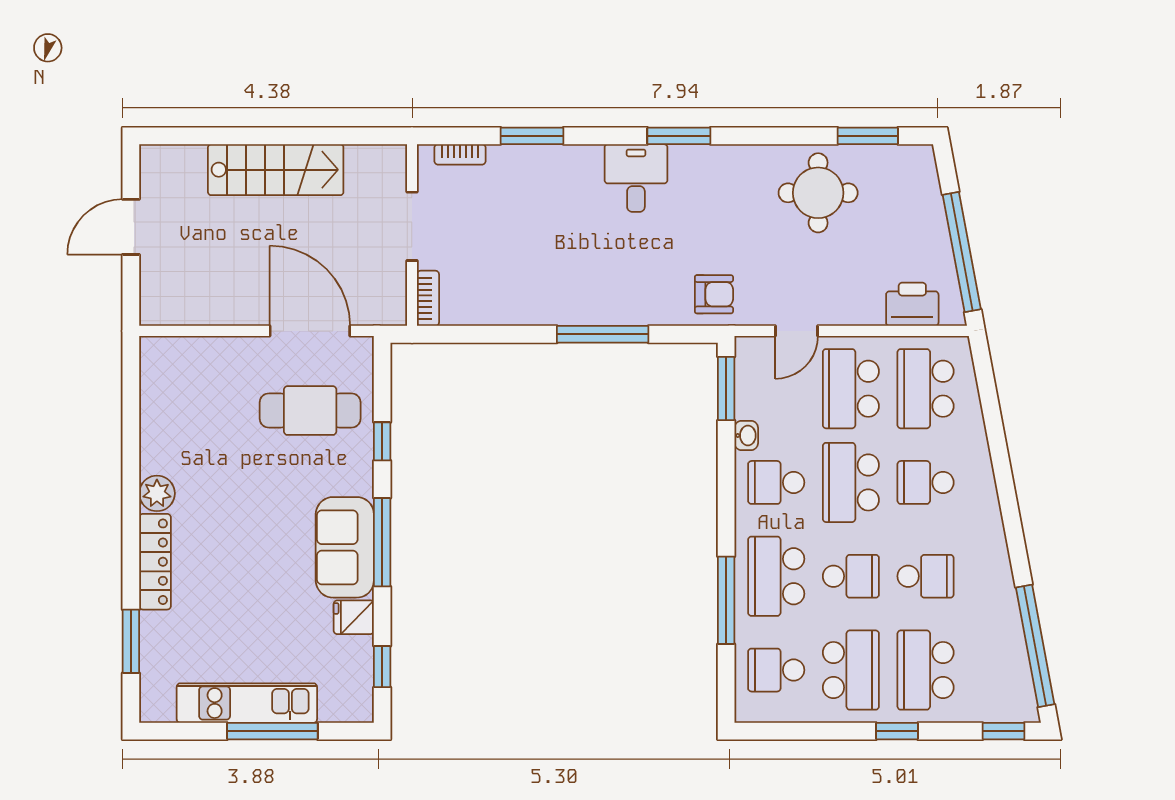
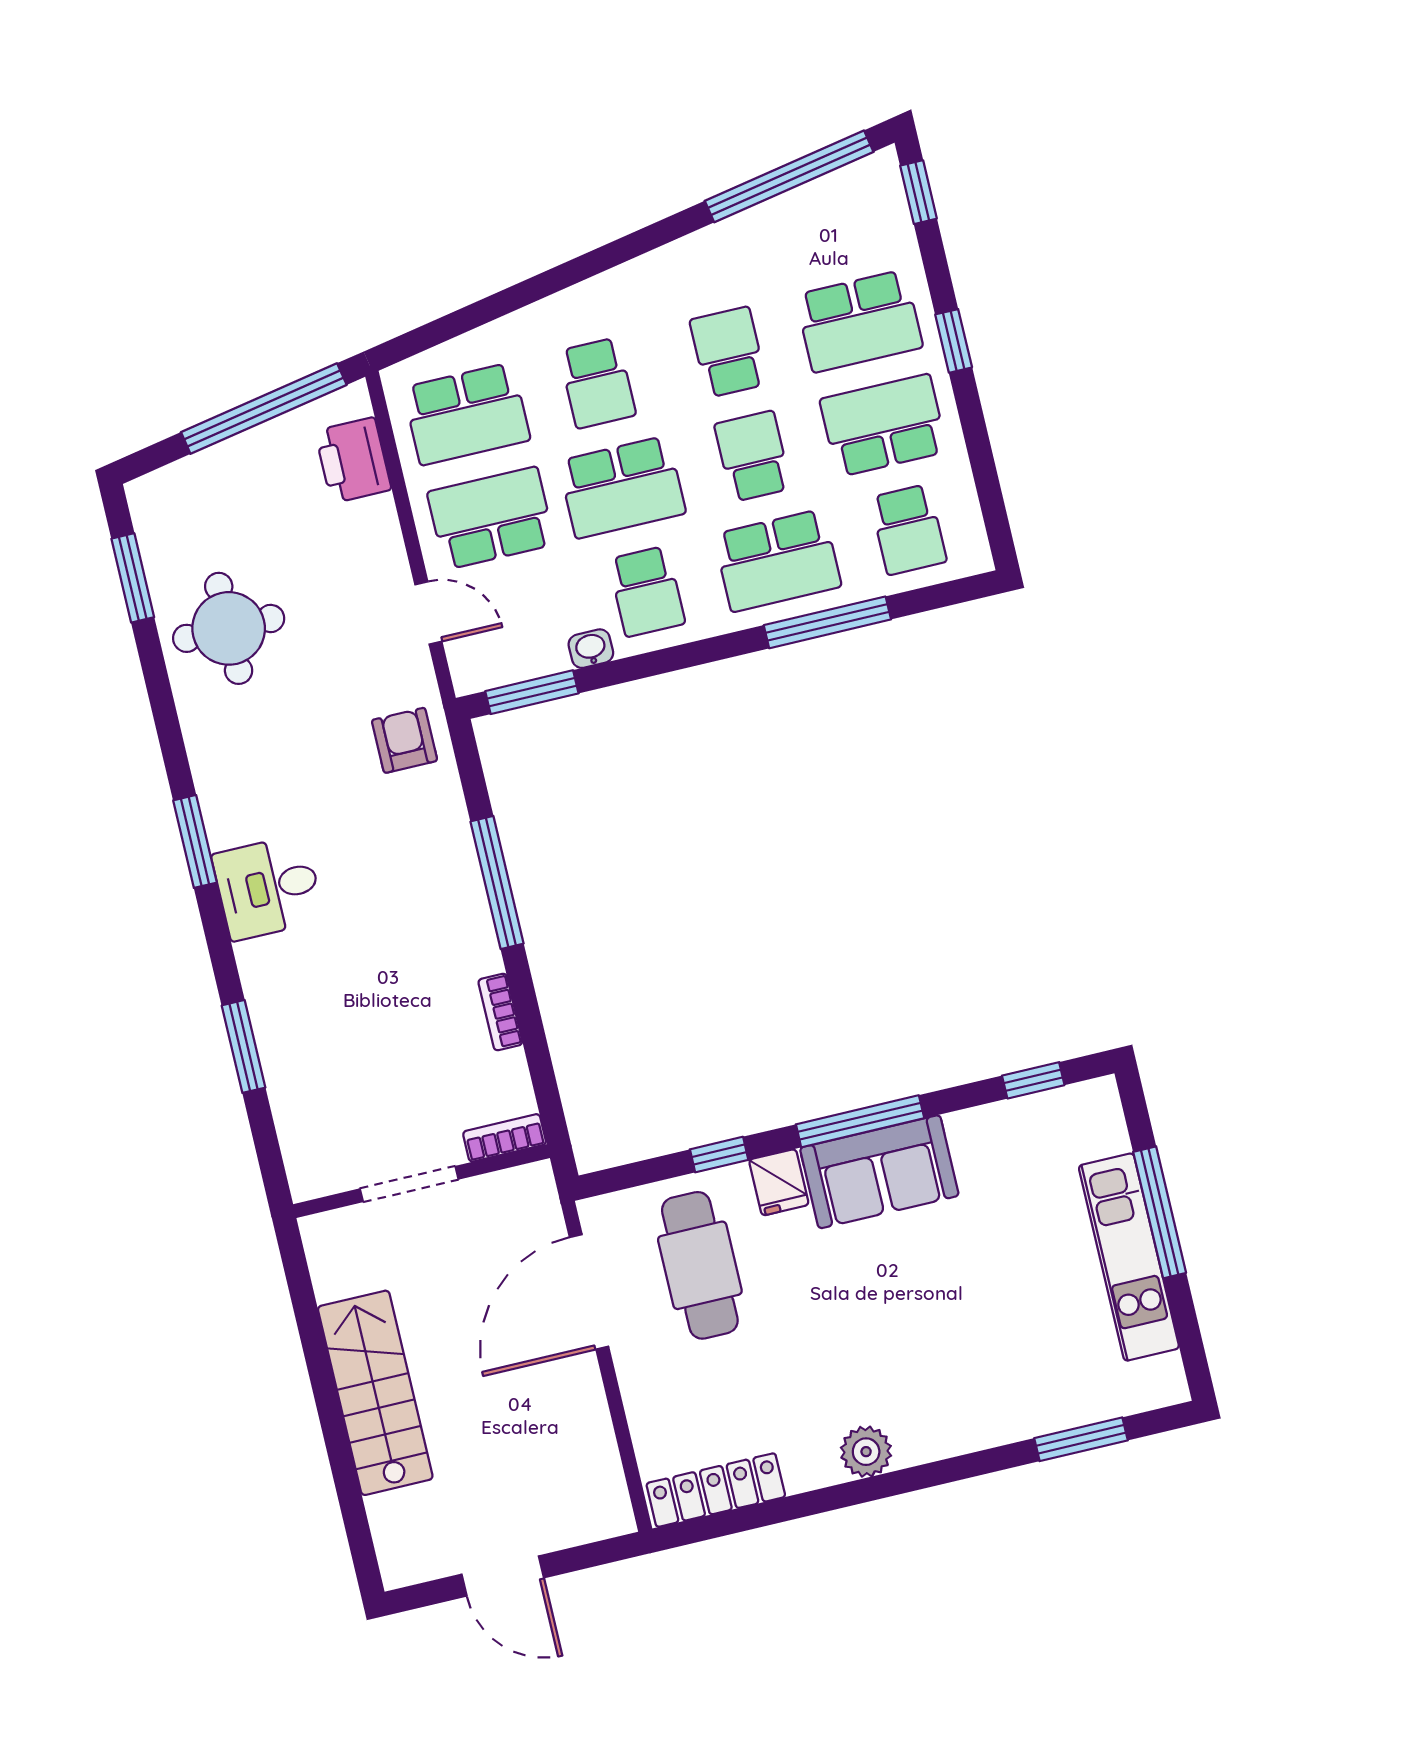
bookcase: (460, 154) -> (500, 1012), moved, turned 180
school desk: (851, 389) -> (491, 518), turned 180
locker: (155, 562) -> (716, 1490), moved
fridge: (354, 617) -> (779, 1182), moved

